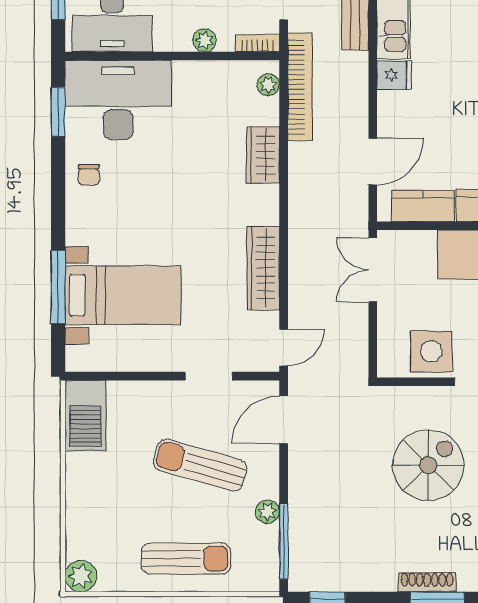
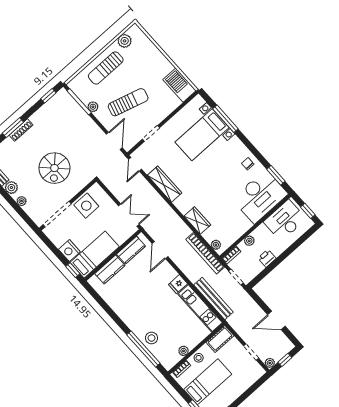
plant: (81, 576) -> (125, 41), moved

